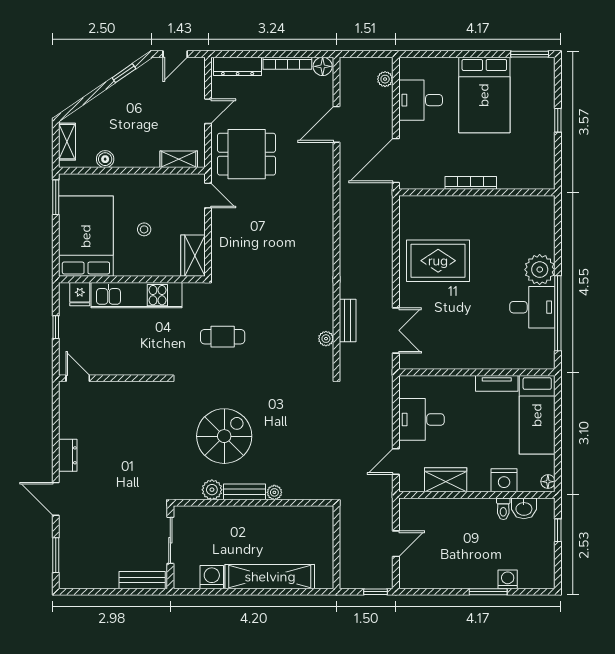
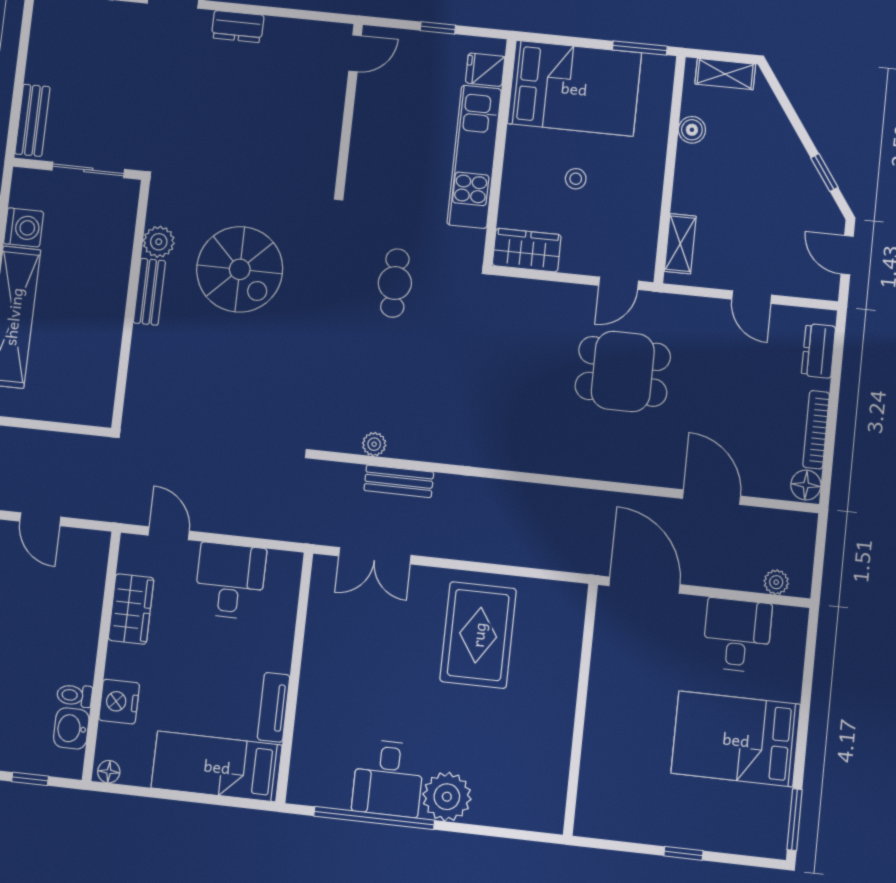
dresser: (238, 66) -> (818, 351), width x0.70
dining table: (247, 154) -> (623, 371), moved, turned 90
bookcase: (471, 183) -> (597, 701), removed
plant: (274, 492) -> (143, 338), removed

